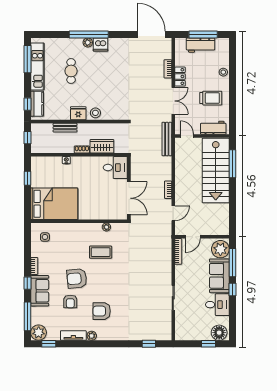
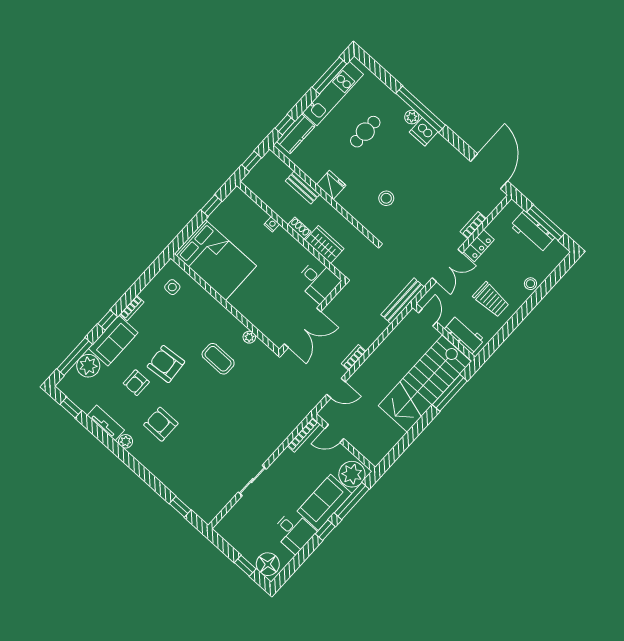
stool: (95, 113) -> (386, 198), moved
plant: (39, 333) -> (88, 366), moved

